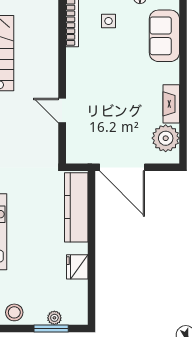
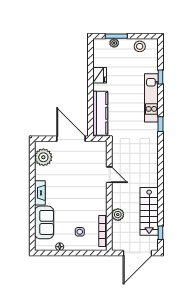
plant: (49, 48) -> (118, 215), added
fireplace: (171, 104) -> (40, 193), moved

